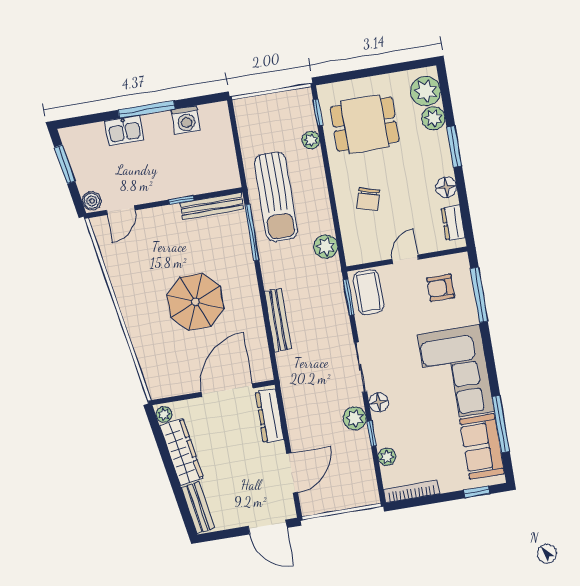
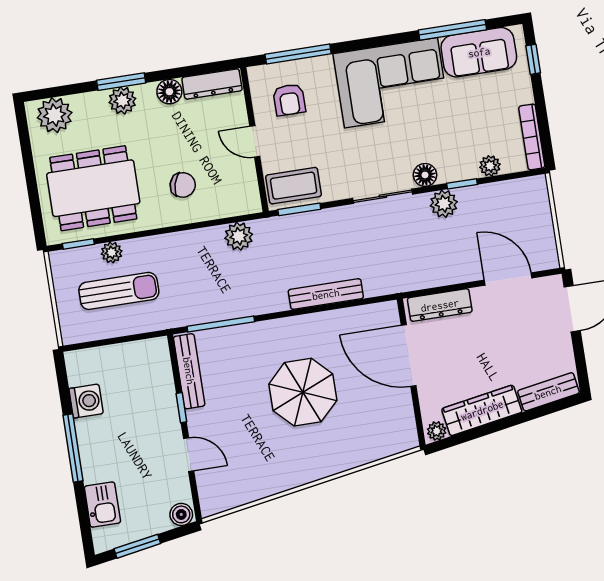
plant: (433, 118) -> (122, 101), moved
dining table: (365, 124) -> (93, 188), width x1.38
kitchen sink: (124, 130) -> (102, 505), moved
sun lounger: (276, 197) -> (119, 291), moved, width x0.73, depth x0.75
door: (121, 210) -> (189, 455), moved
dresser: (453, 223) -> (212, 84), width x1.44

